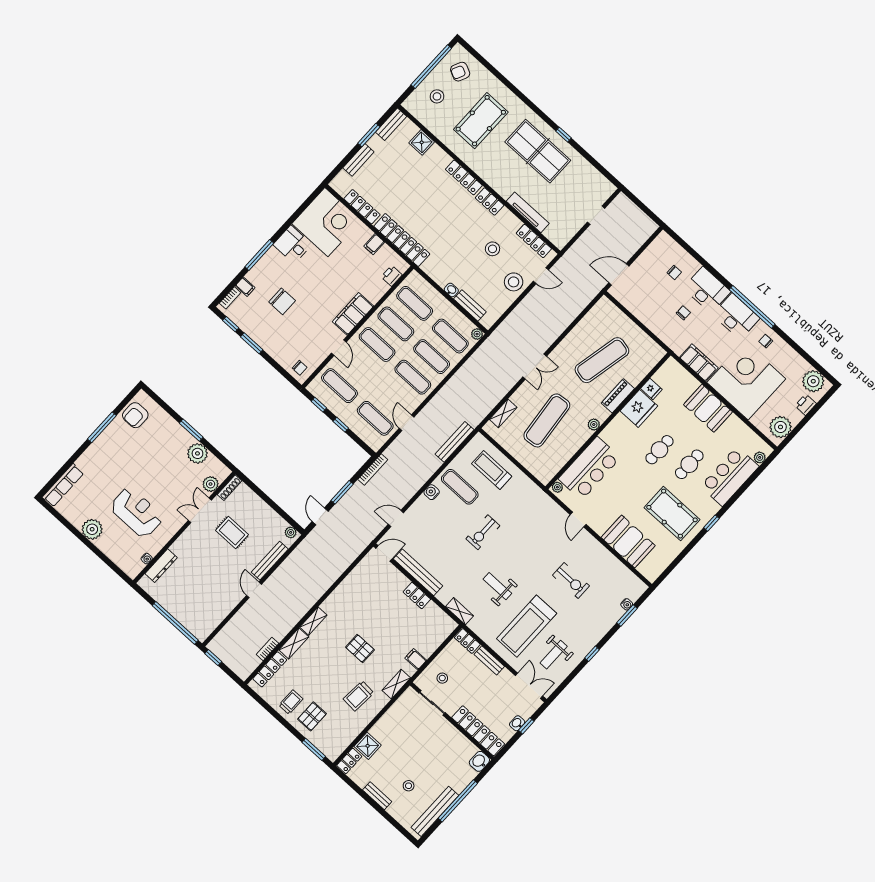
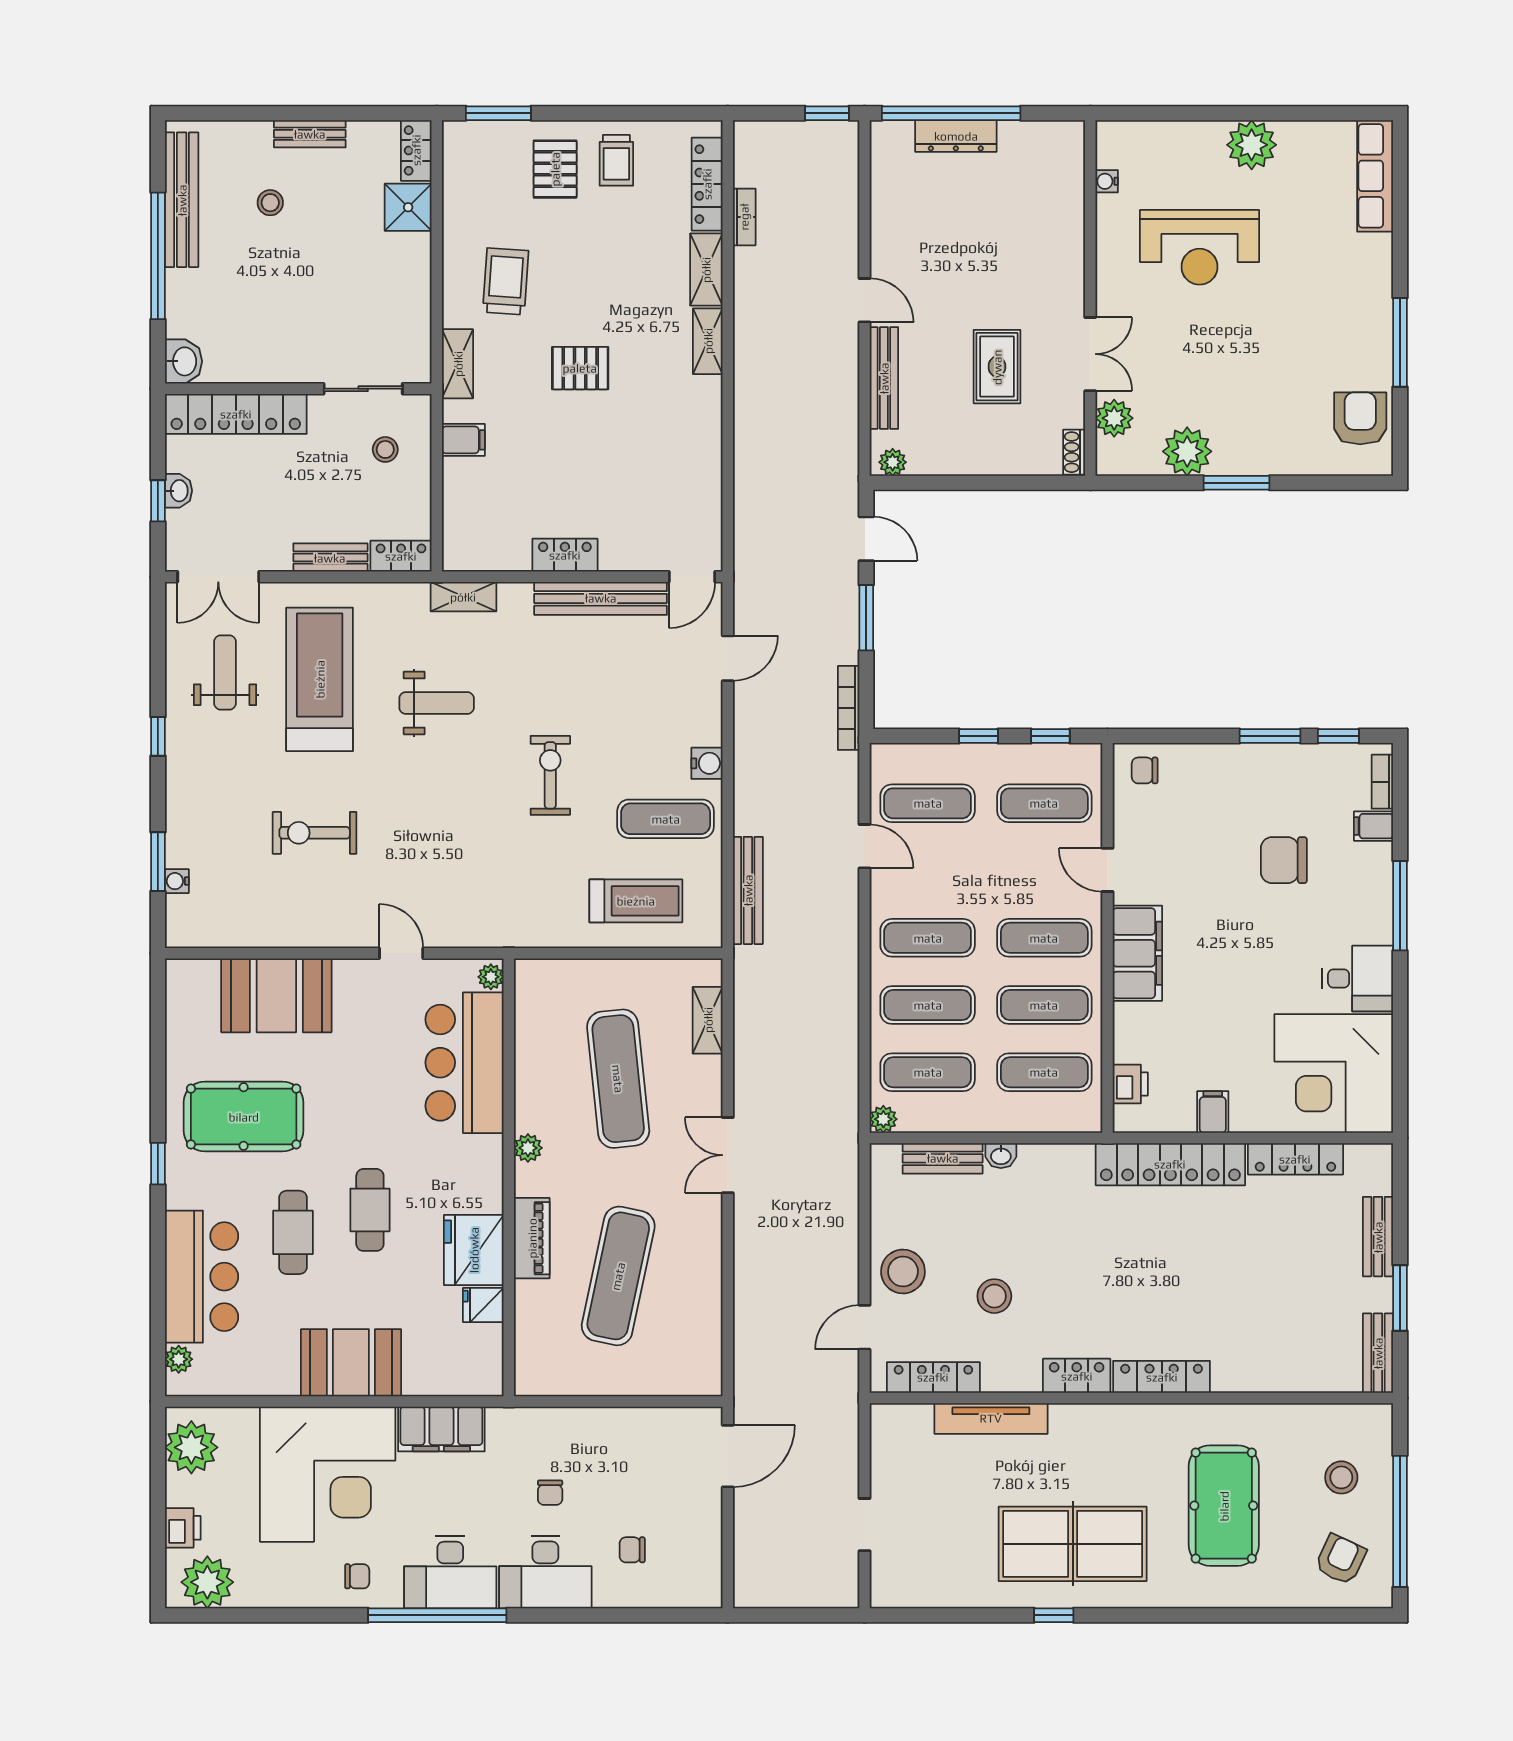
shower: (422, 142) -> (1294, 1371), removed
shoe rack: (230, 488) -> (1074, 452), width x0.70
rug: (232, 533) -> (997, 367), turned 90
dresser: (161, 566) -> (956, 136), moved, turned -90

